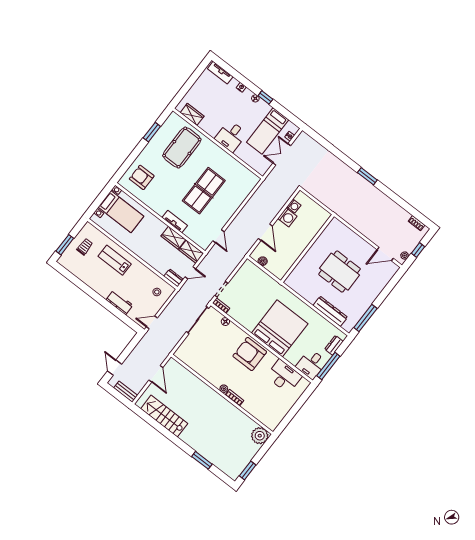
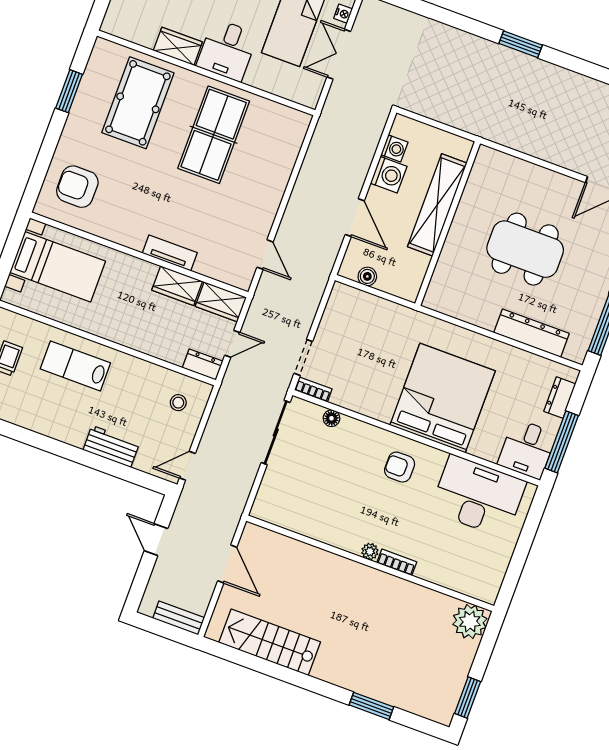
wardrobe: (192, 114) -> (178, 46), moved
table tennis table: (204, 191) -> (214, 135), moved
shelving: (305, 238) -> (437, 205), added
armchair: (250, 354) -> (400, 467), width x0.53, depth x0.53
door: (115, 368) -> (156, 540), moved
desk: (284, 376) -> (478, 496), width x1.36, depth x1.30

